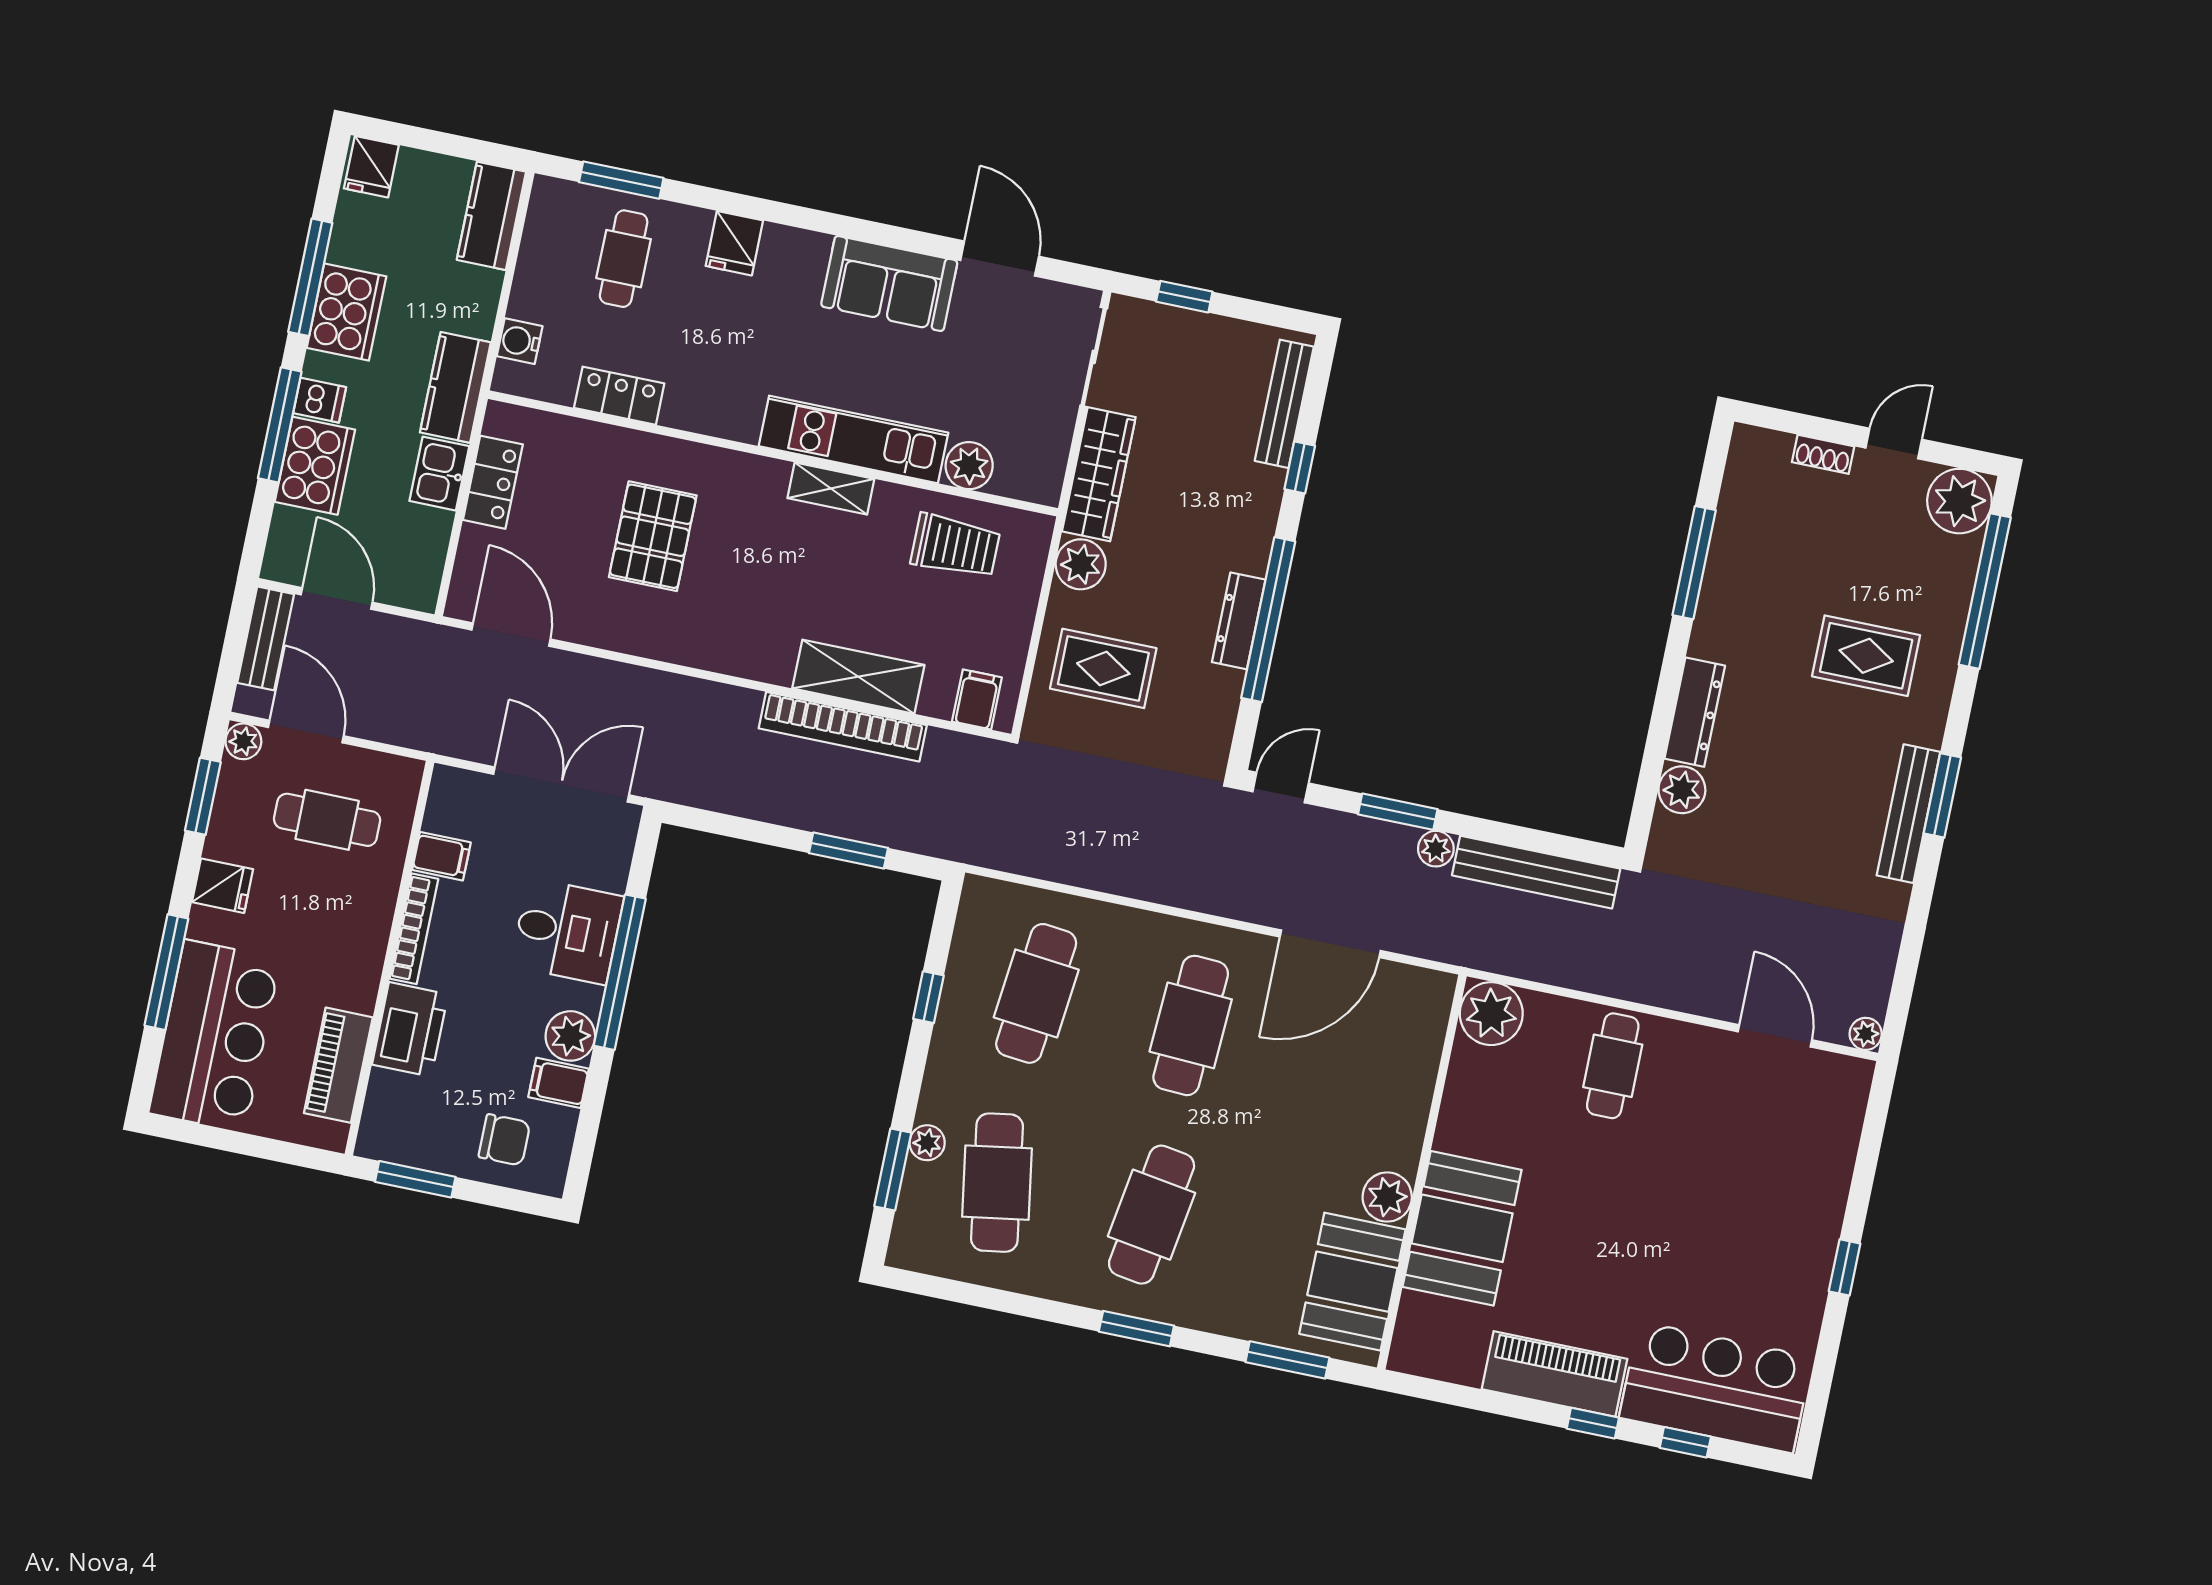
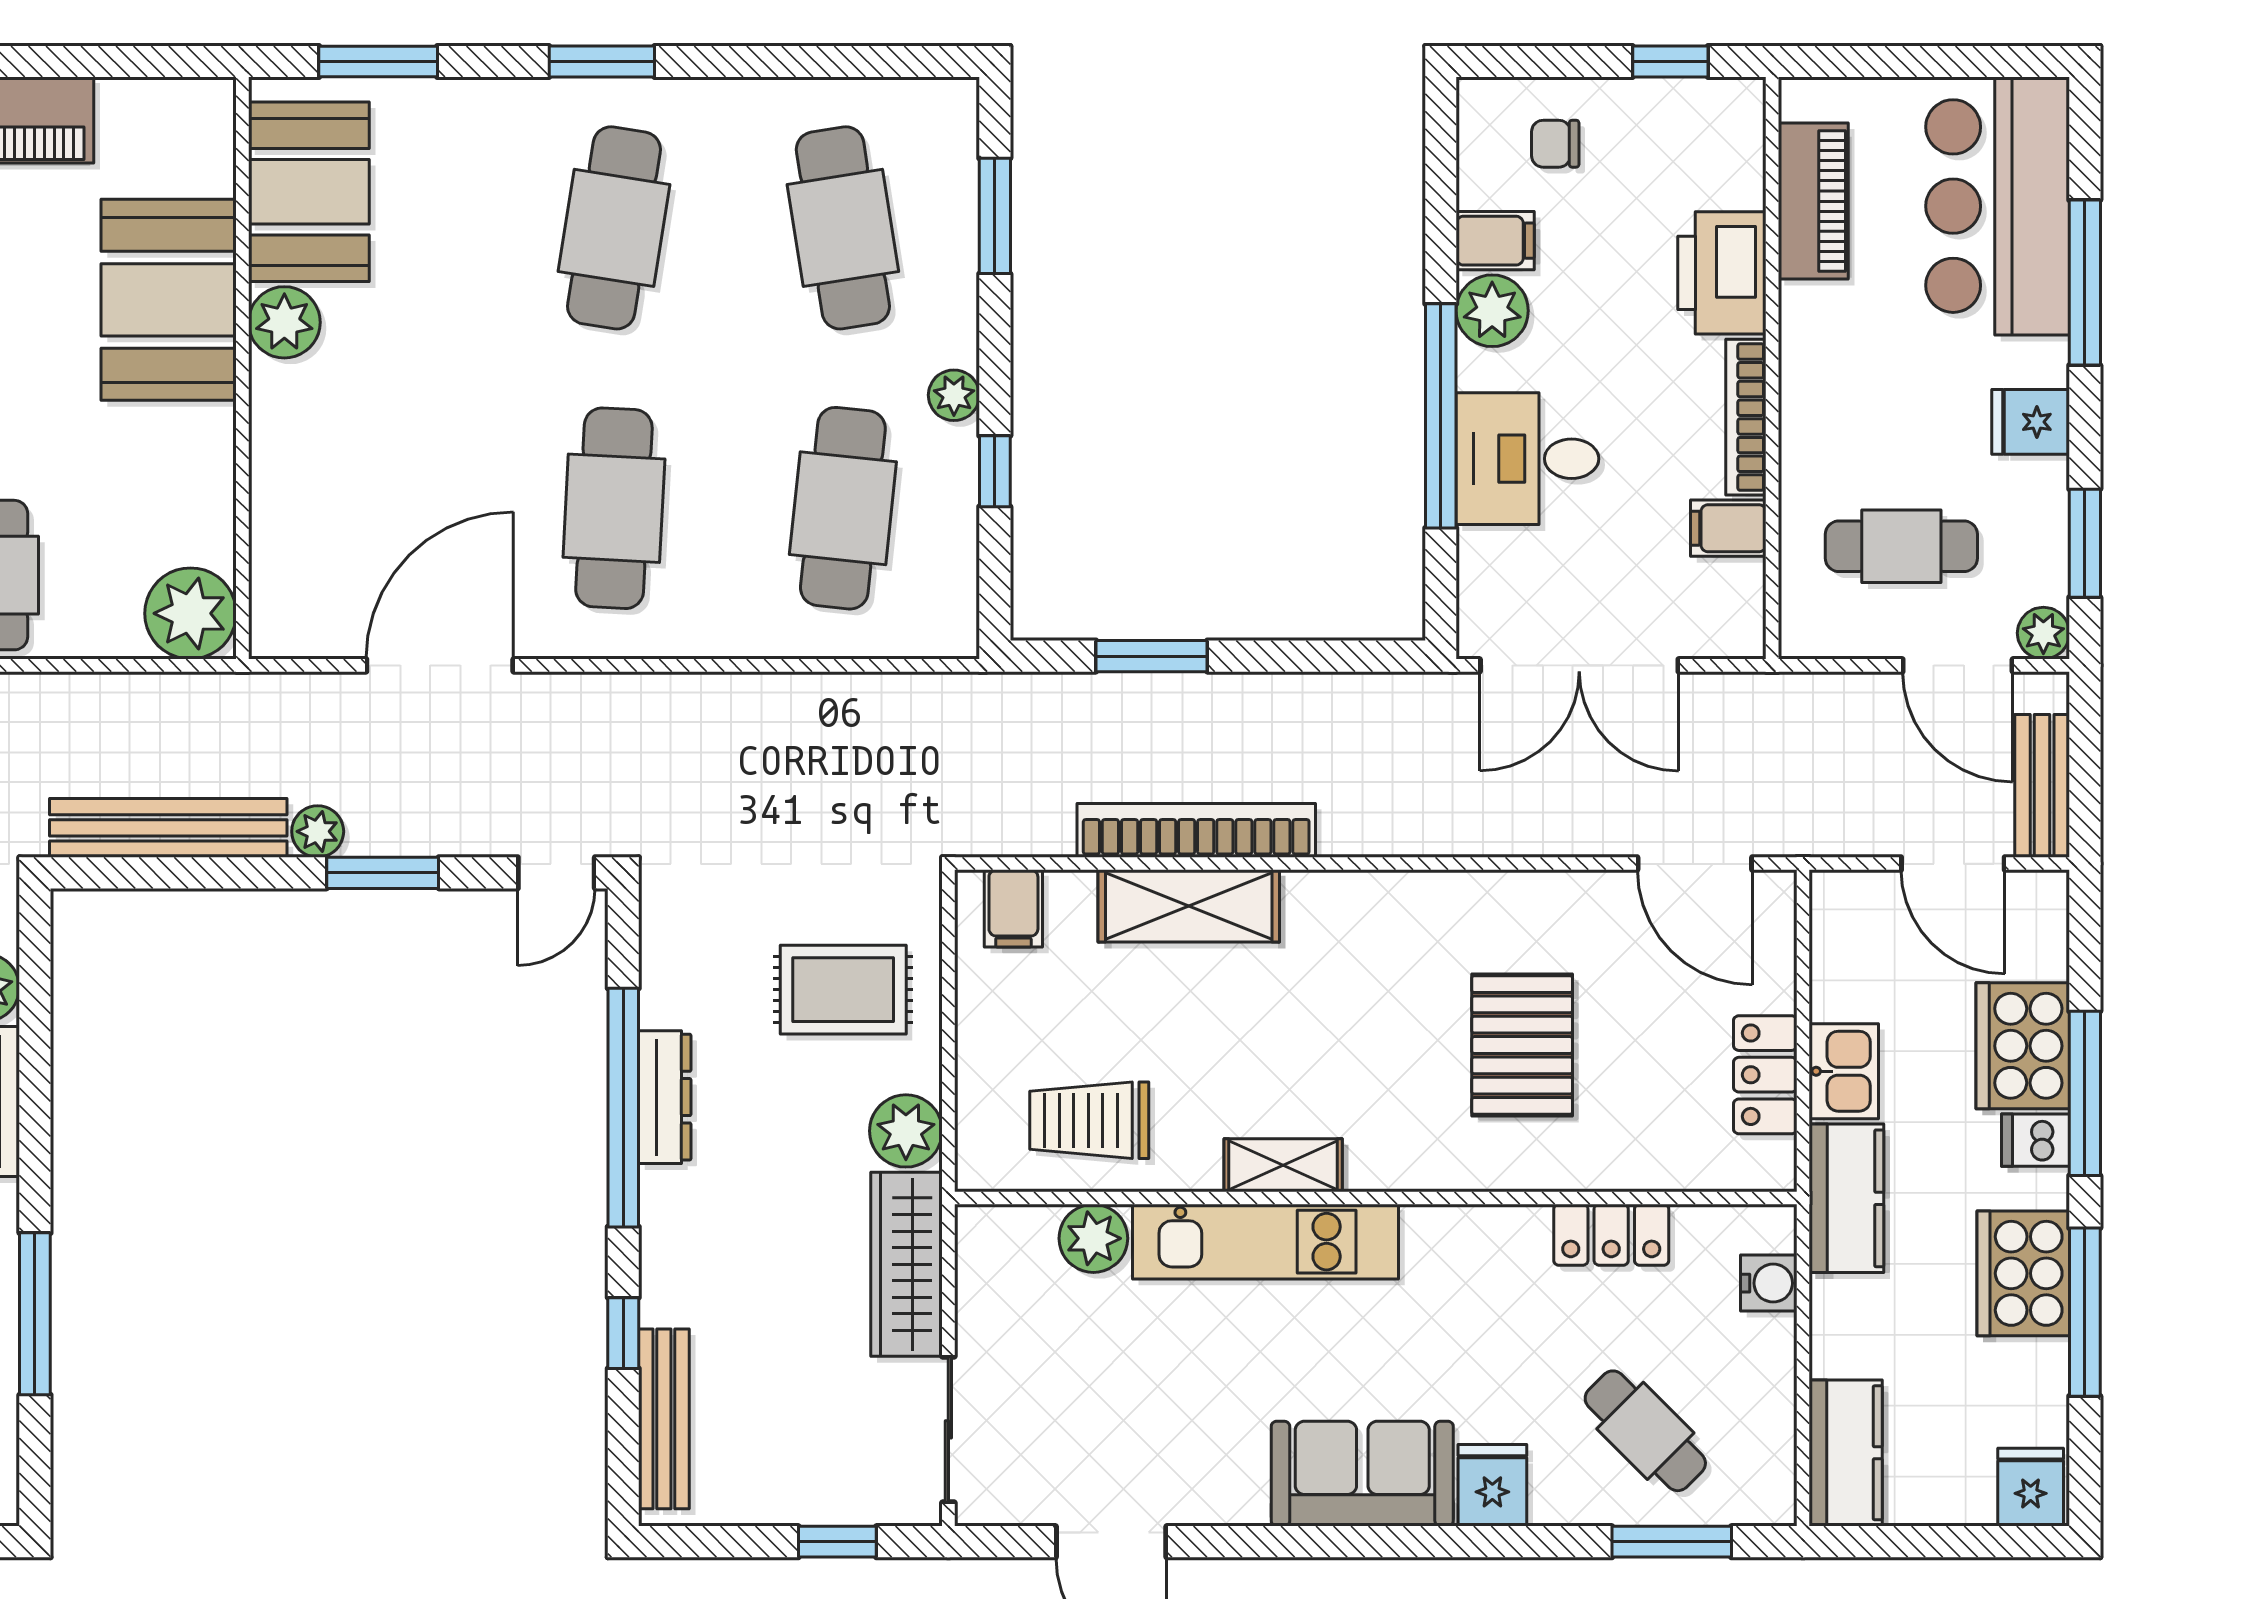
cafe table: (624, 259) -> (1645, 1431), turned -45
sofa: (889, 283) -> (1362, 1474), moved
chair: (504, 1140) -> (1555, 144), width x0.73, depth x0.73
plant: (927, 1143) -> (954, 395), moved
window: (415, 1179) -> (1670, 61), width x0.67

